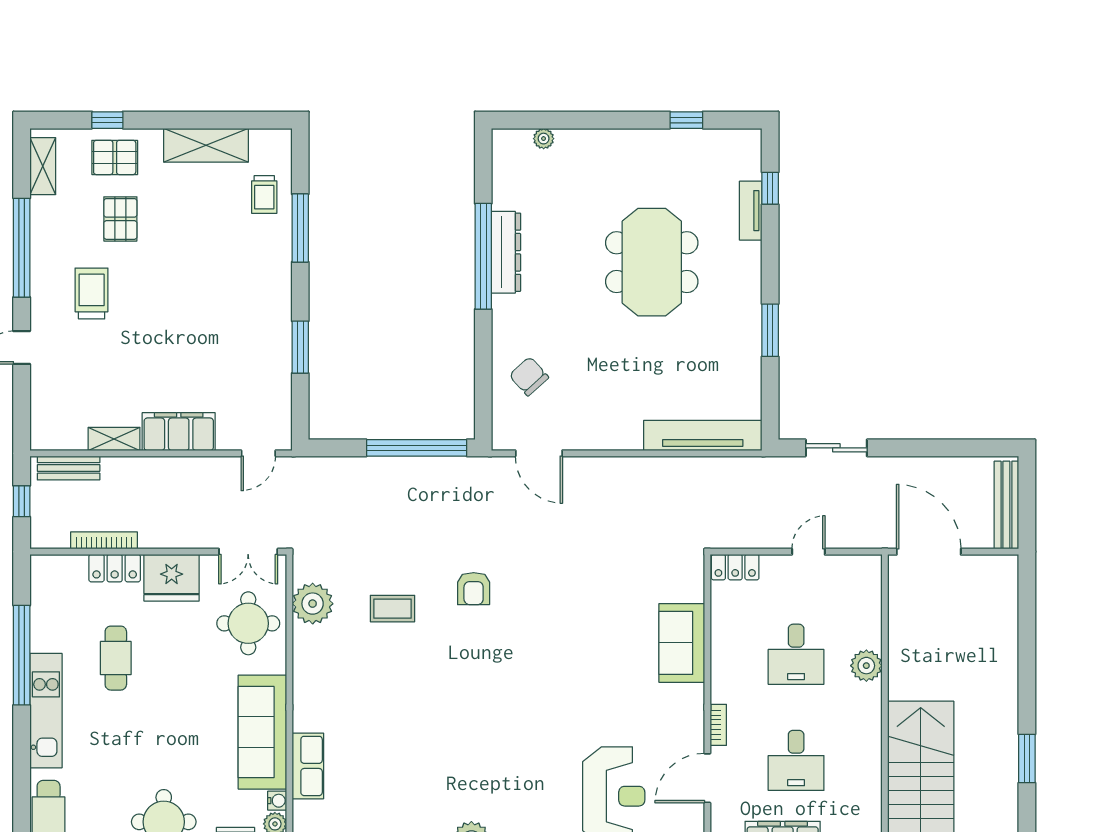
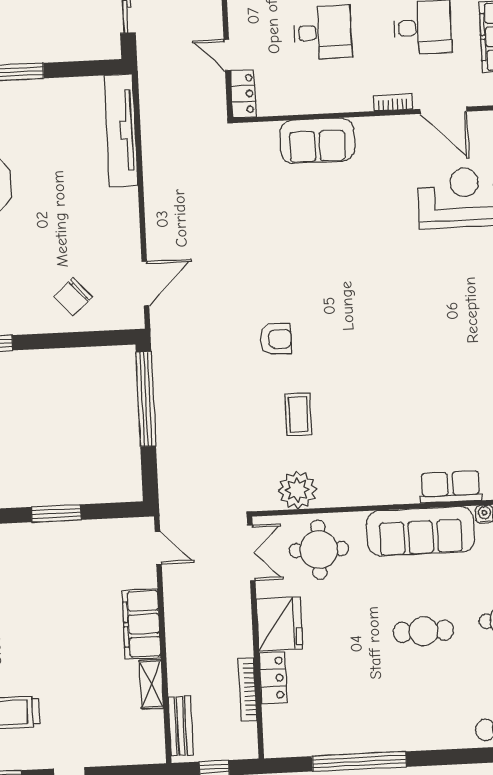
door: (808, 552) -> (227, 55), moved
cafe table: (116, 658) -> (423, 631), moved
kitchen unit: (46, 711) -> (410, 736), removed

